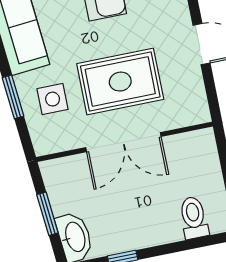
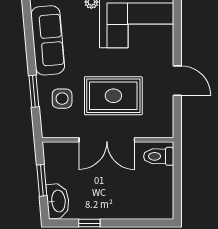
toilet: (194, 218) -> (159, 156), moved, turned -90

